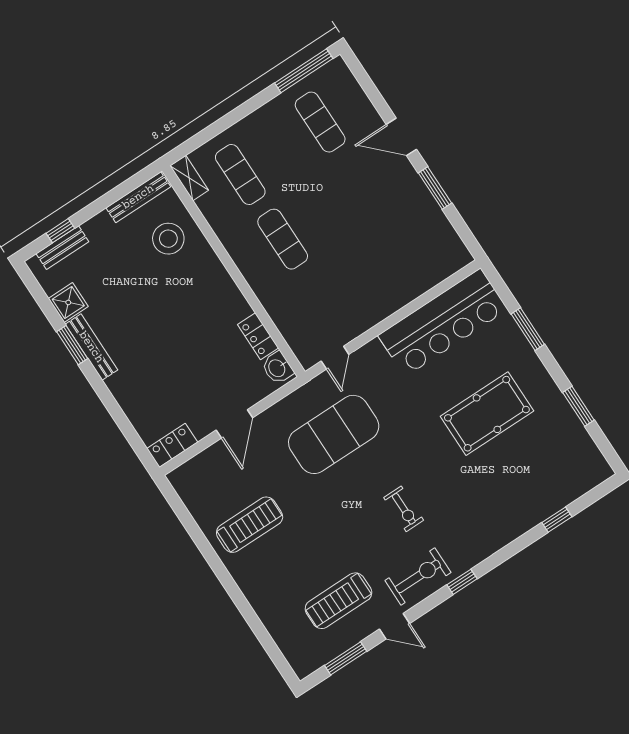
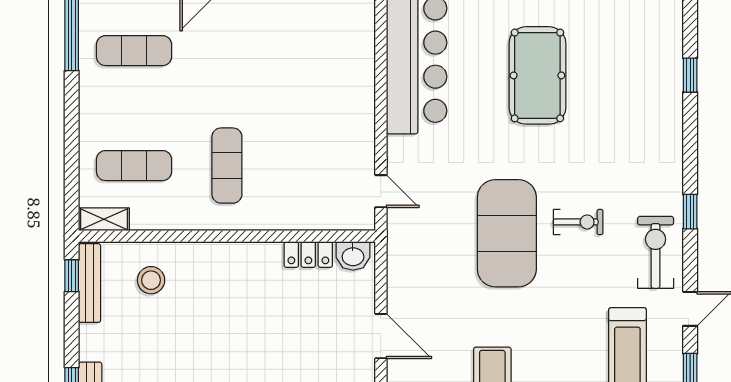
window: (135, 181) -> (72, 276), added
stool: (168, 239) -> (151, 280), width x0.73, depth x0.73
exercise mat: (283, 239) -> (227, 166), turned 90
exercise mat: (334, 434) -> (507, 233), moved

